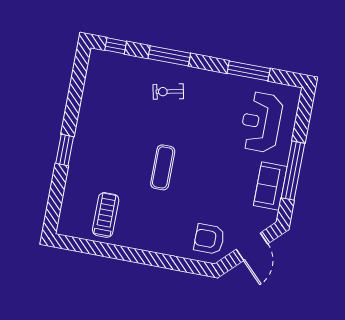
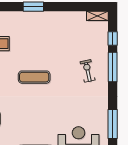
window: (116, 46) -> (113, 39), moved
shelving: (94, 64) -> (97, 16), added

